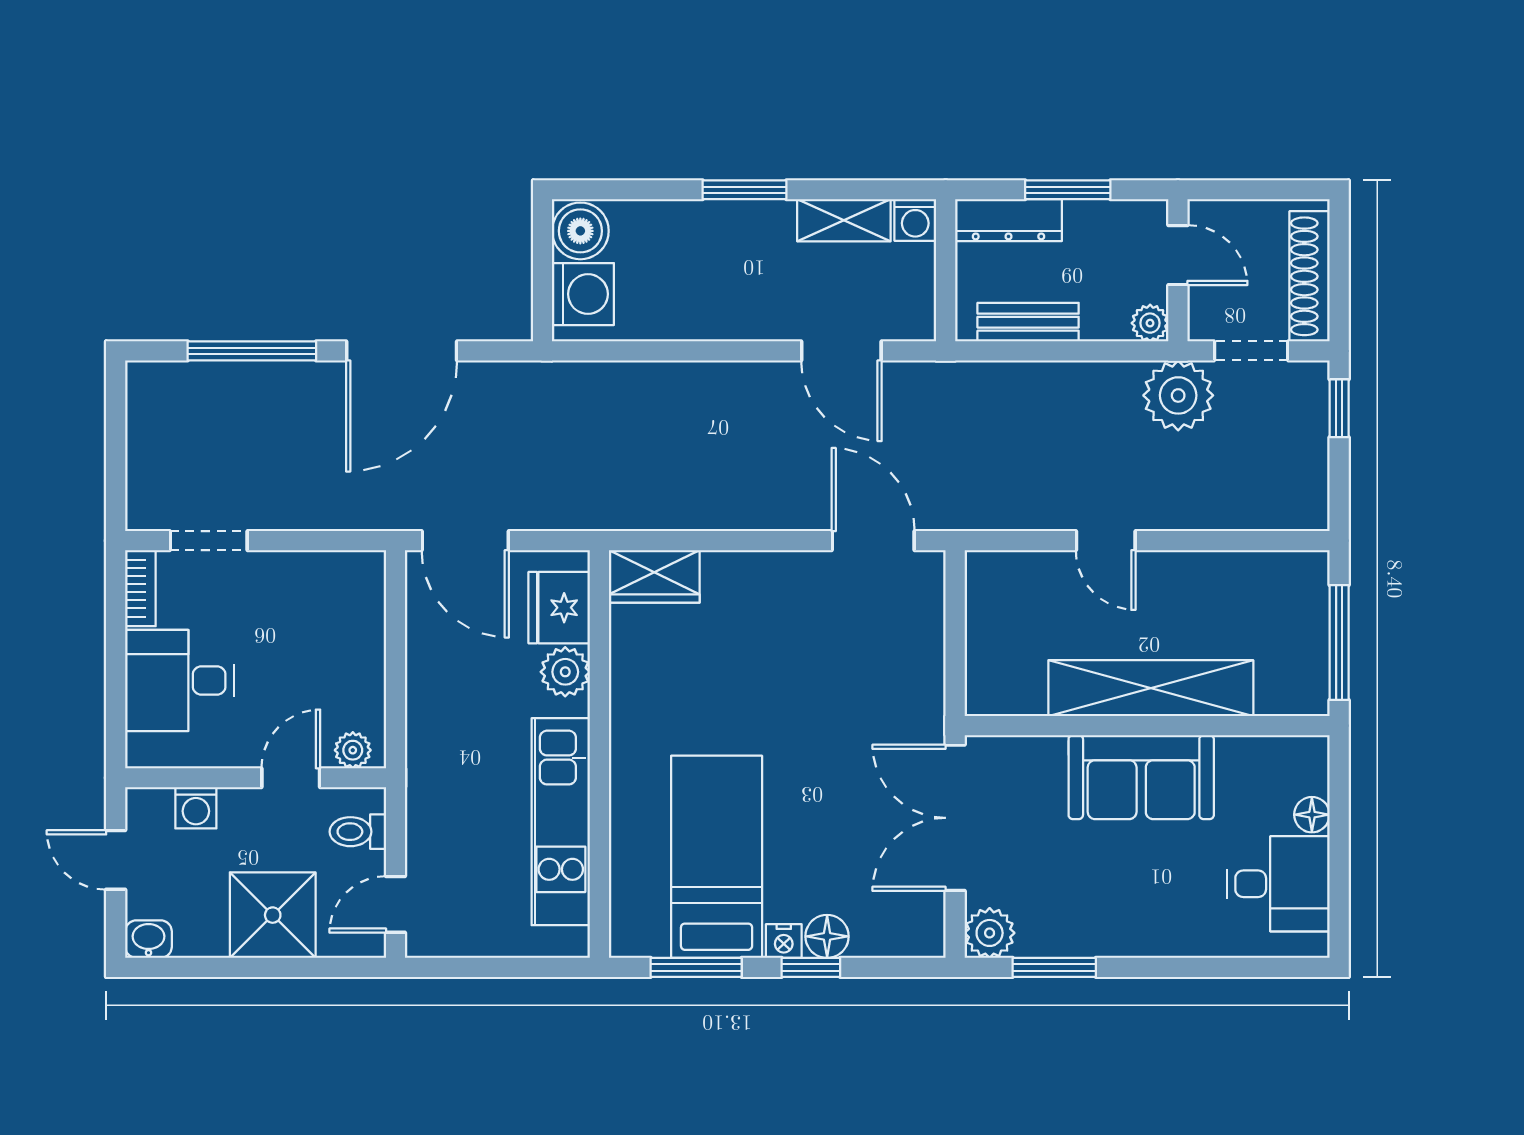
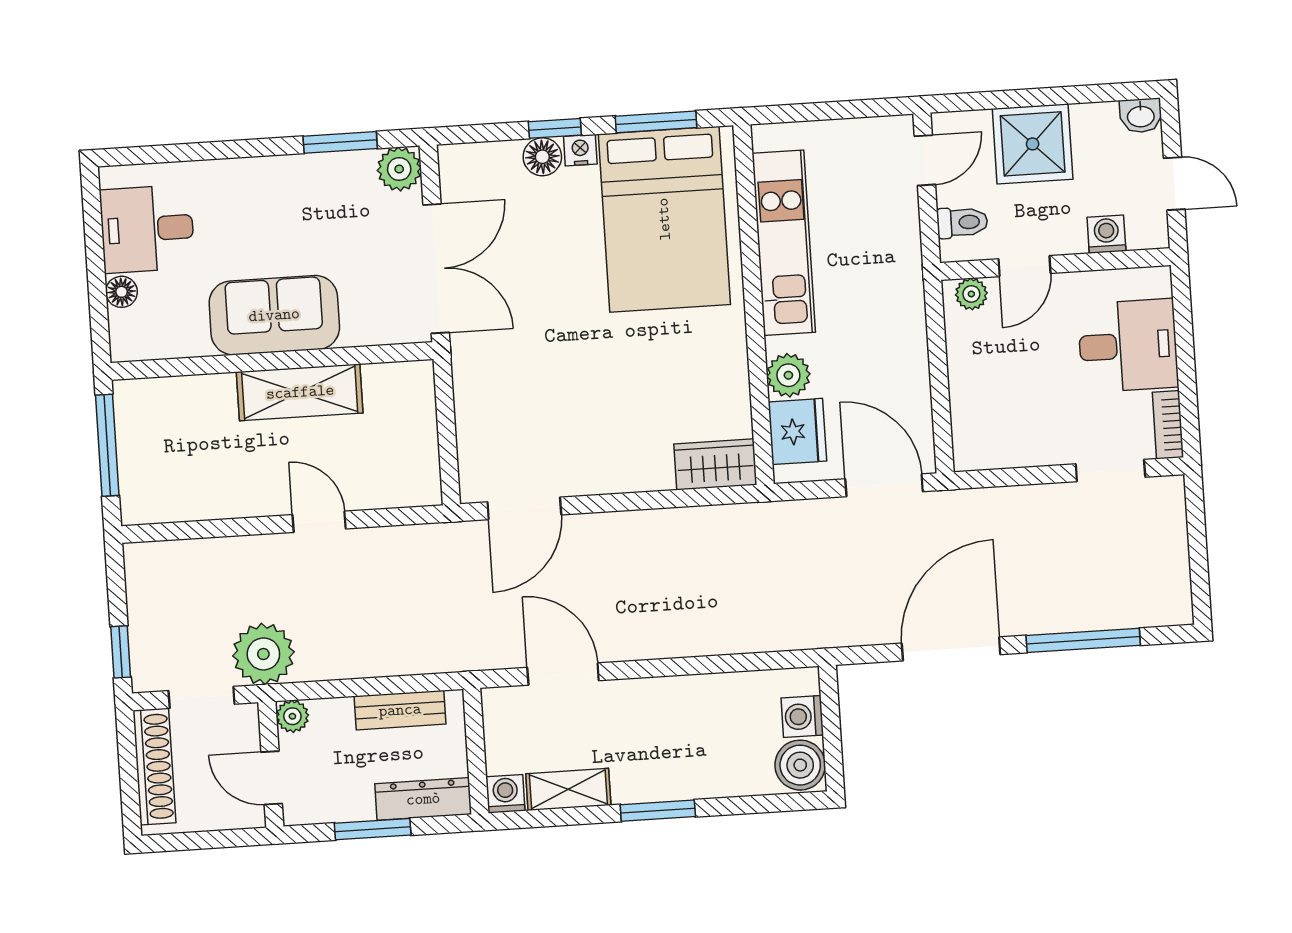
washing machine: (583, 294) -> (802, 716), width x0.73, depth x0.73
door: (873, 541) -> (524, 508), hinge flipped
shelving: (1151, 688) -> (300, 392), width x0.68
bed: (717, 857) -> (664, 219), width x1.50

